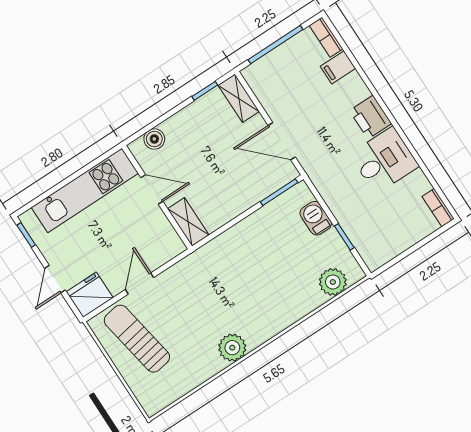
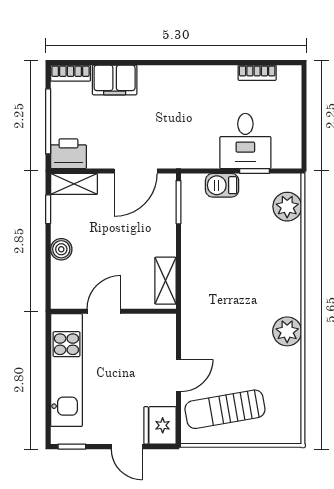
filing cabinet: (338, 67) -> (115, 80), width x2.00
printer: (371, 117) -> (68, 154), moved, turned 180
boiler: (154, 139) -> (61, 249), moved
desk: (384, 160) -> (245, 141), moved, turned 180
bookcase: (438, 208) -> (257, 73), moved
shelving: (188, 222) -> (166, 281), moved, turned 90
door: (140, 283) -> (179, 376), swing flipped

